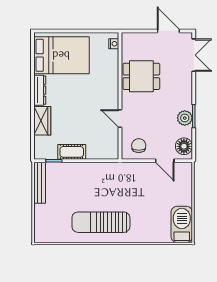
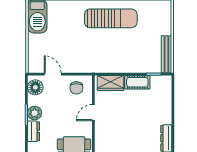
dresser: (186, 98) -> (33, 131), added
door: (120, 118) -> (93, 113), swing flipped
wardrobe: (42, 121) -> (111, 83), moved, turned -90

